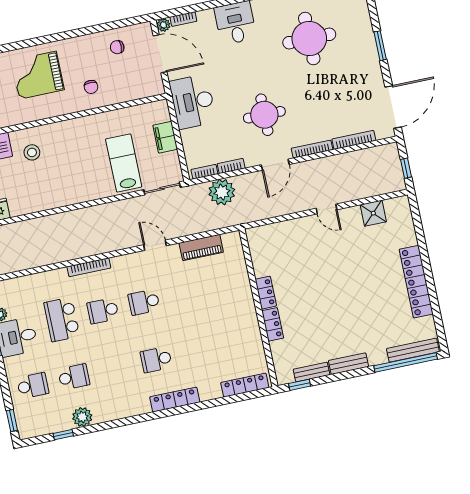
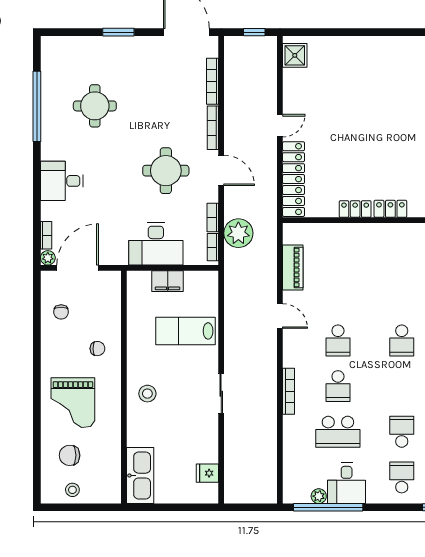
round table: (309, 38) -> (95, 106), width x0.73, depth x0.73
desk: (193, 102) -> (156, 244), moved
stool: (32, 152) -> (147, 394), moved
sliding door: (162, 188) -> (221, 394), moved
shower: (373, 213) -> (295, 55), moved
door: (155, 245) -> (280, 316), swing flipped
locker: (416, 282) -> (294, 179), moved, turned -90

